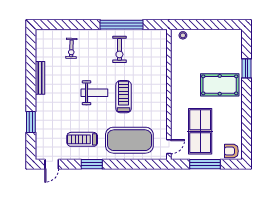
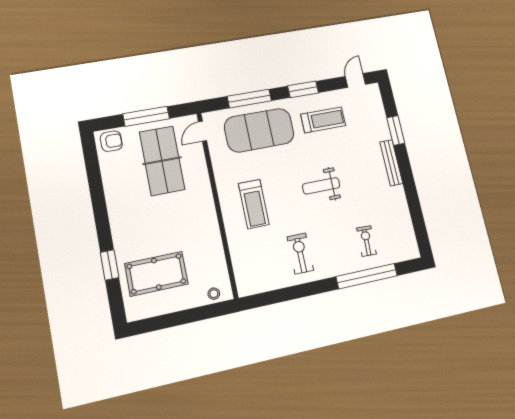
window: (122, 25) -> (367, 276), moved
bench: (40, 78) -> (391, 163), moved
pool table: (220, 85) -> (156, 274), moved
treadmill: (124, 97) -> (254, 204), moved
window: (132, 164) -> (249, 99), added

